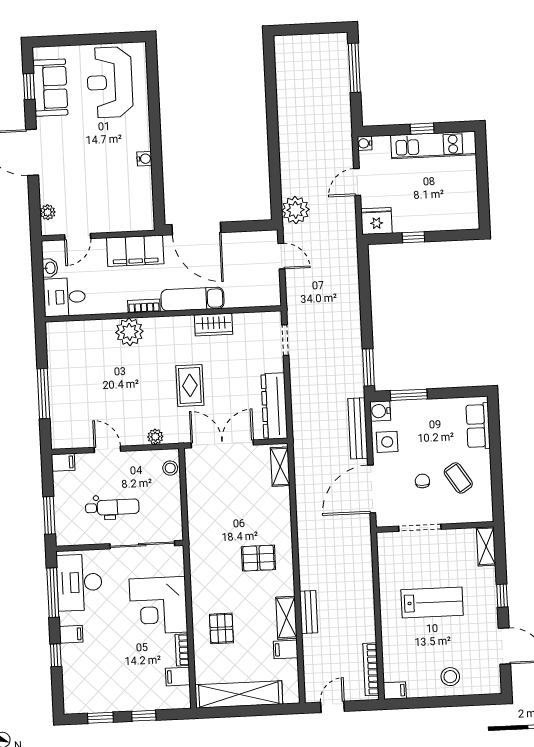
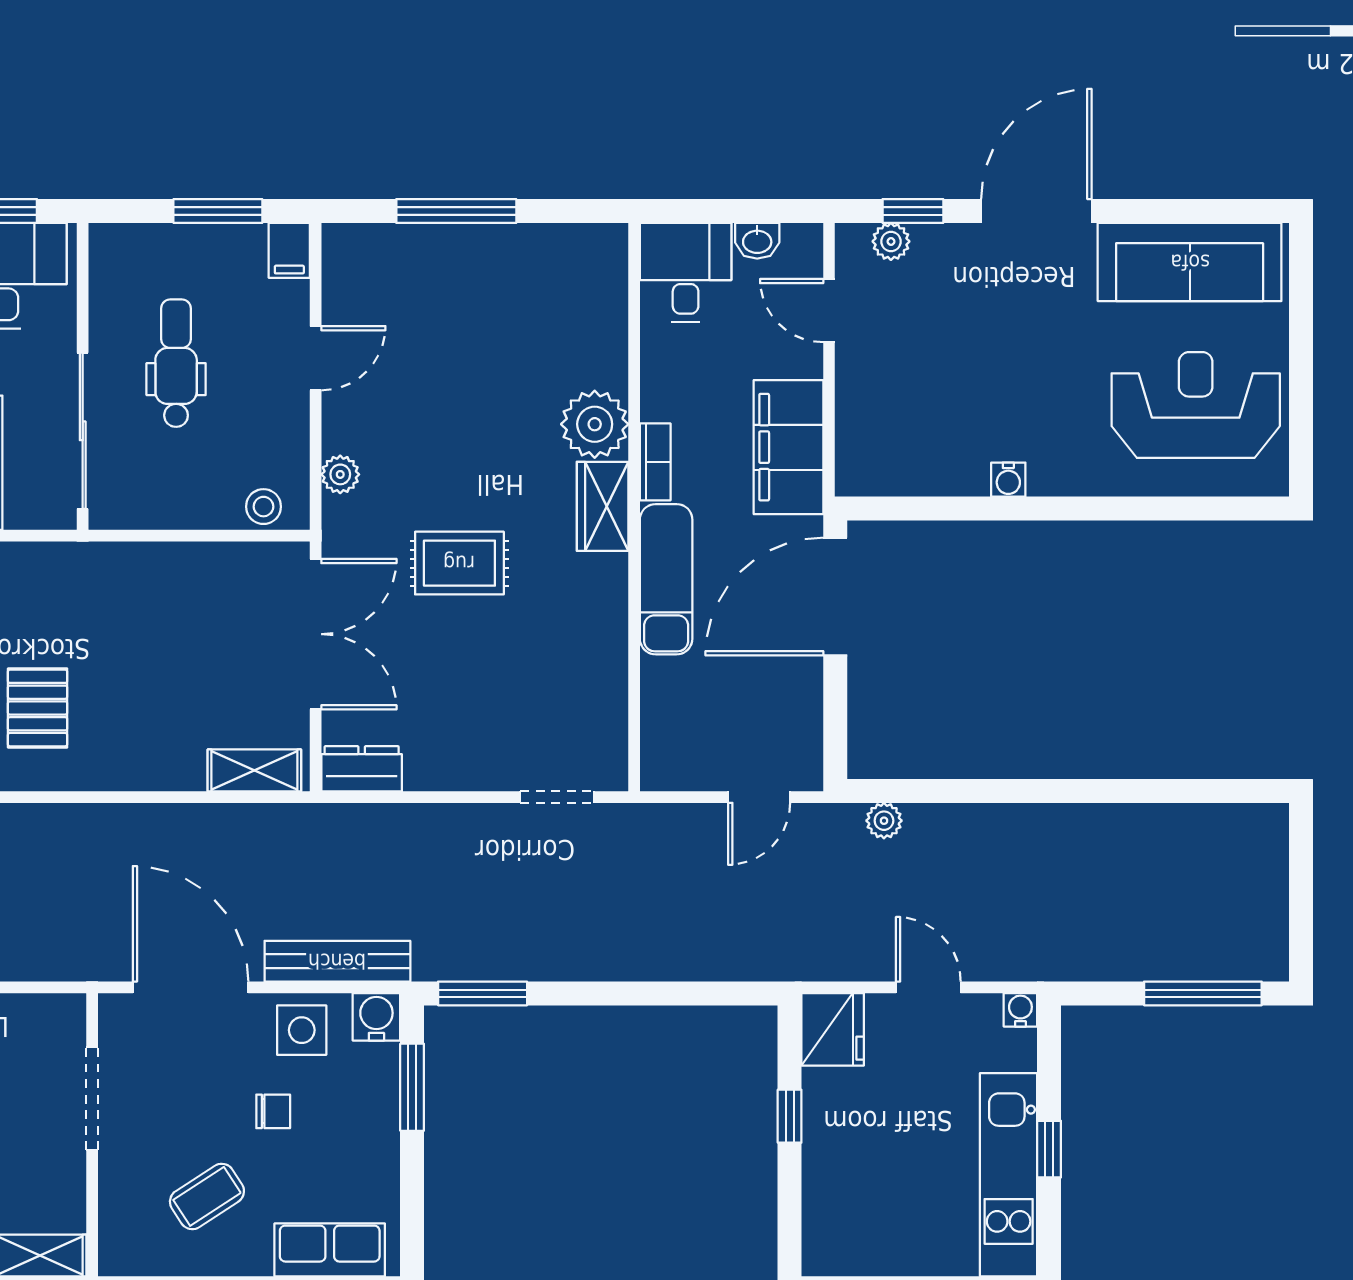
window: (29, 86) -> (913, 211), moved
sofa: (50, 88) -> (1190, 262), width x1.36
plant: (295, 210) -> (884, 821), width x0.53, depth x0.53
wardrobe: (214, 325) -> (603, 506), moved
dresser: (274, 406) -> (362, 769), width x0.51, depth x0.80
chair: (422, 481) -> (273, 1111), moved
dental chair: (112, 507) -> (176, 363), turned 180
window: (49, 515) -> (218, 211), moved

